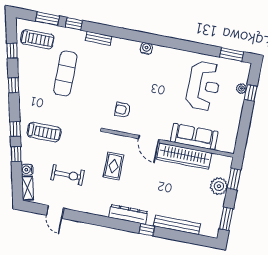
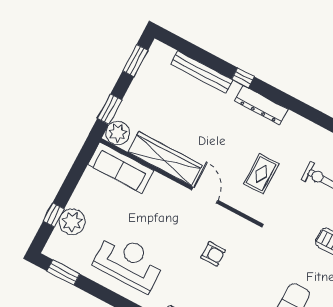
reception desk: (204, 86) -> (129, 262), moved, turned 90
plant: (241, 88) -> (72, 222), width x1.87, depth x1.87
armchair: (123, 110) -> (213, 254), moved
sofa: (194, 137) -> (121, 168), moved
plant: (219, 186) -> (118, 133), moved

